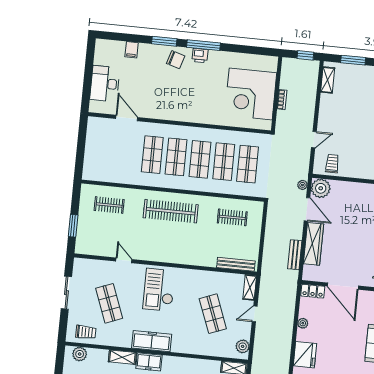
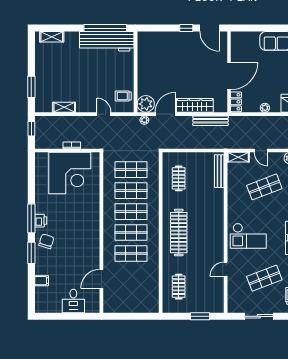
shelving: (328, 80) -> (64, 107), moved
desk: (105, 84) -> (73, 301), width x0.73
bench: (295, 255) -> (211, 121), width x1.36

